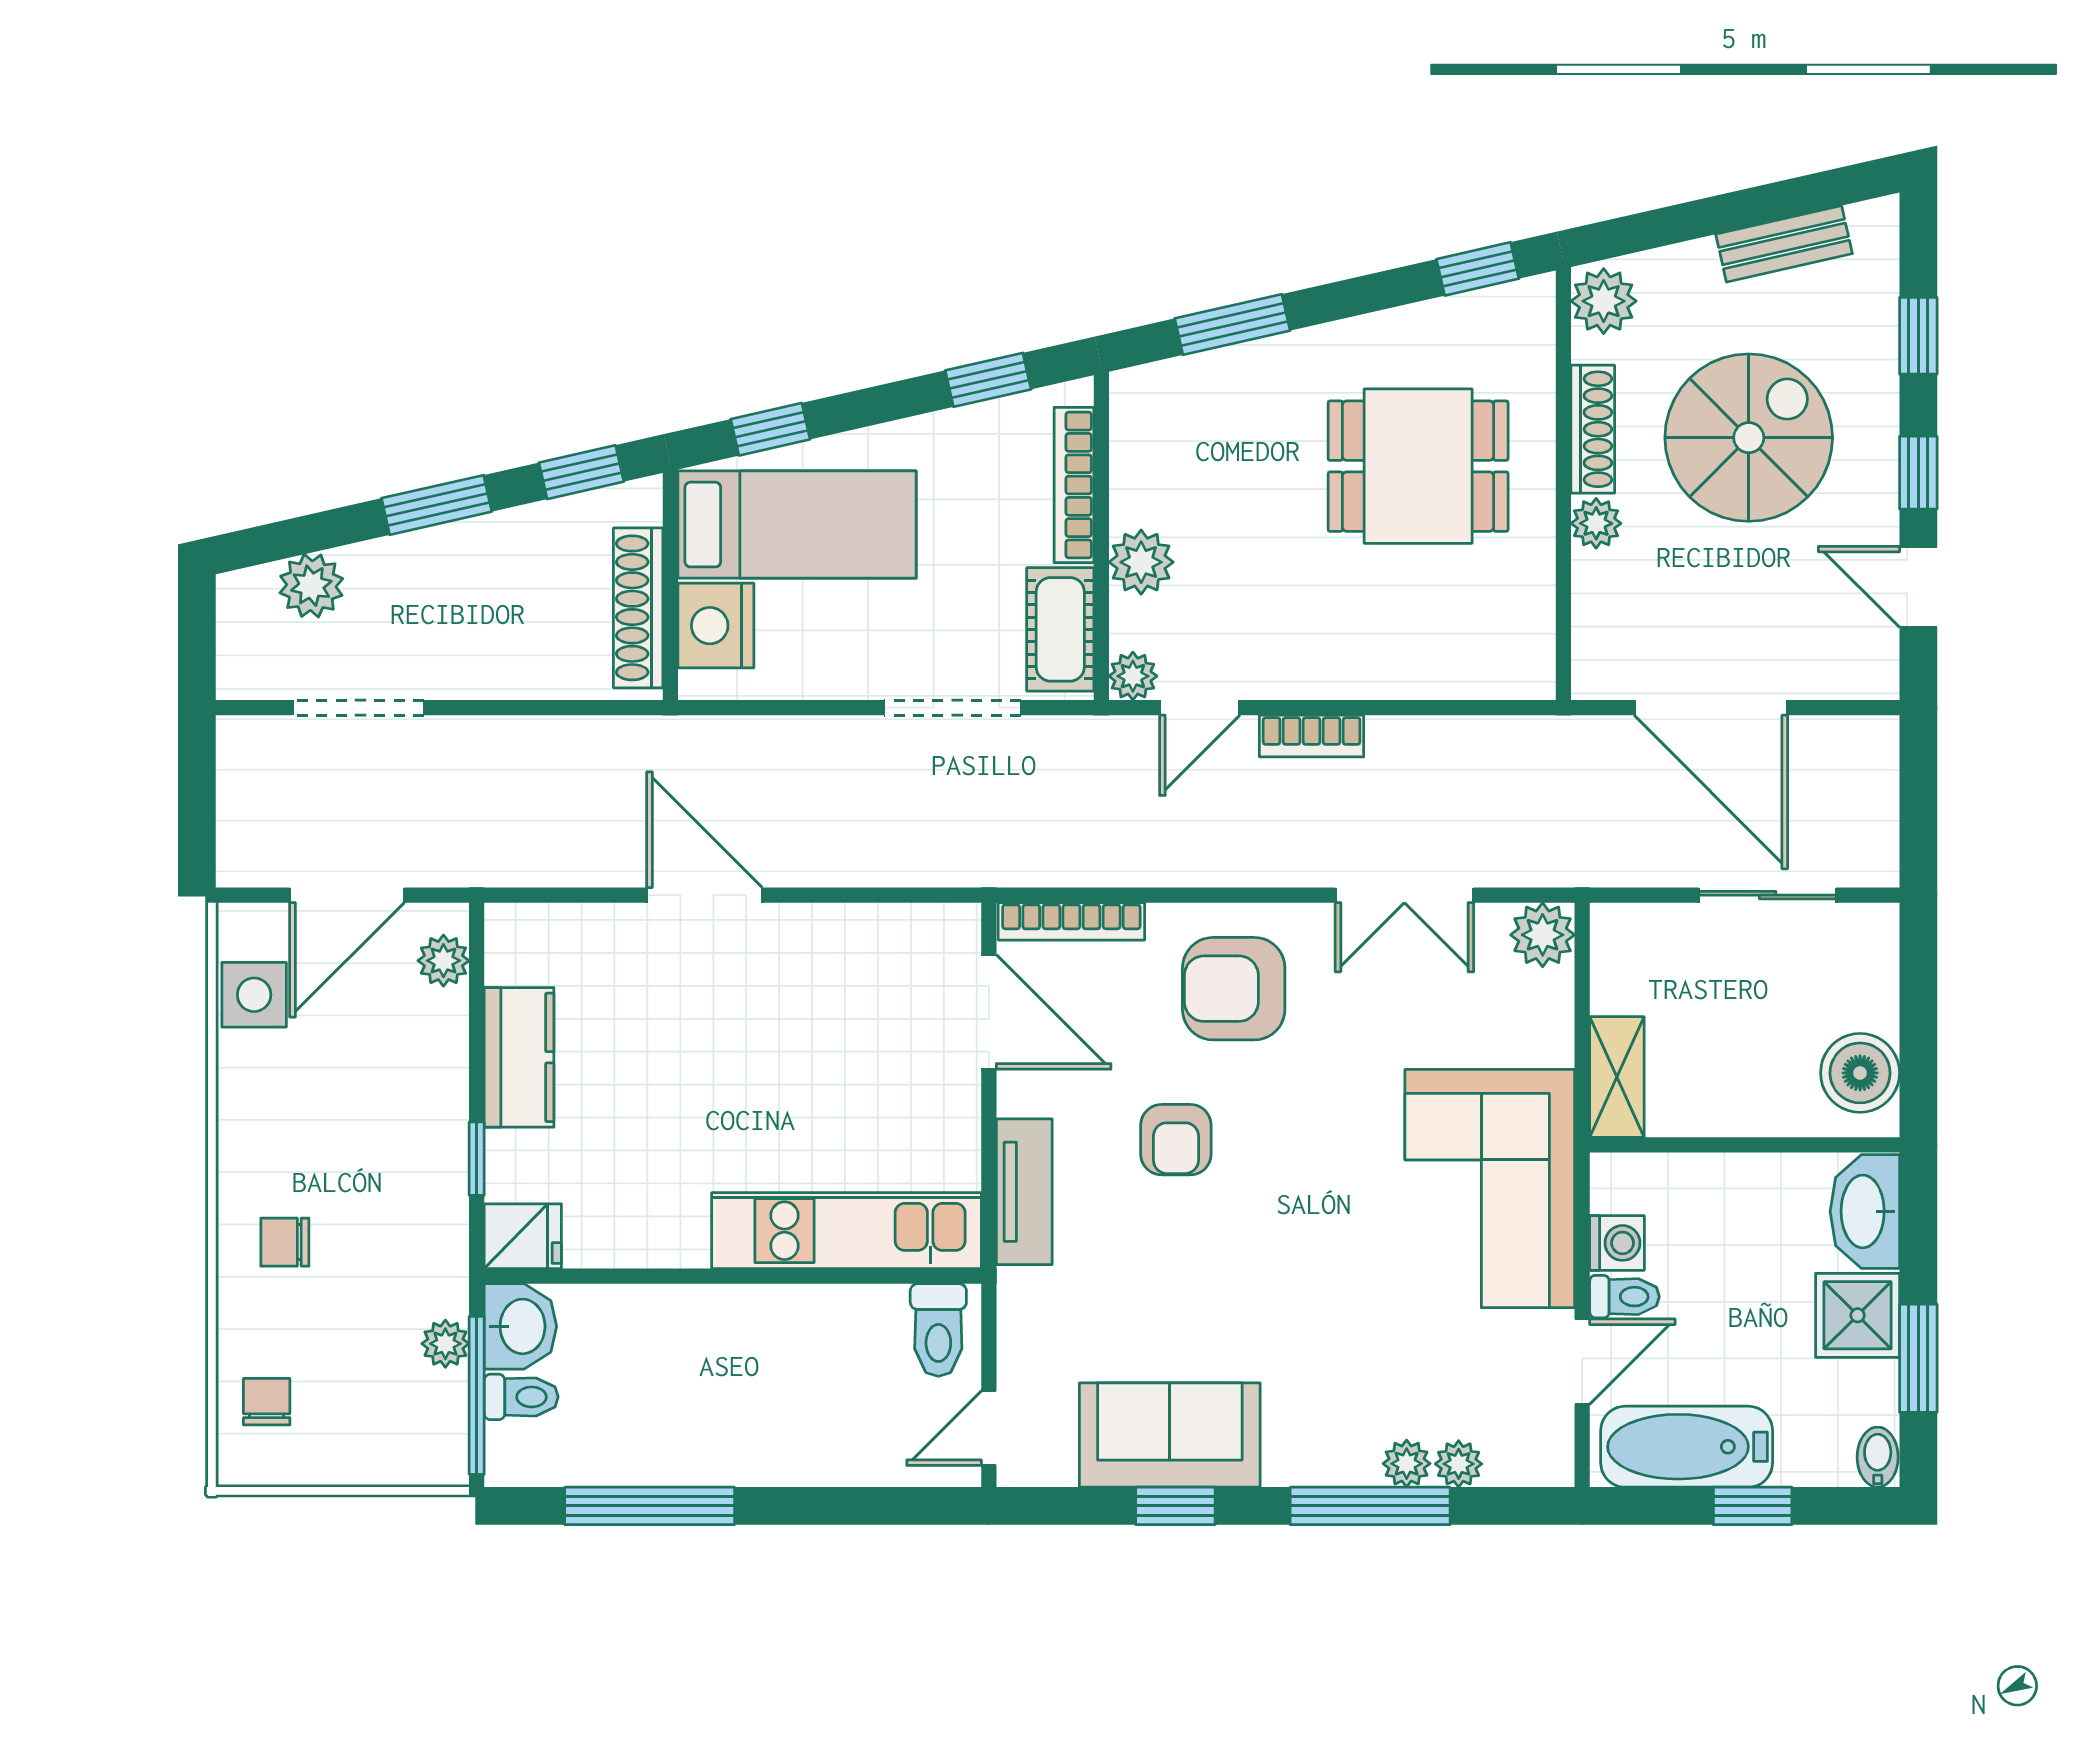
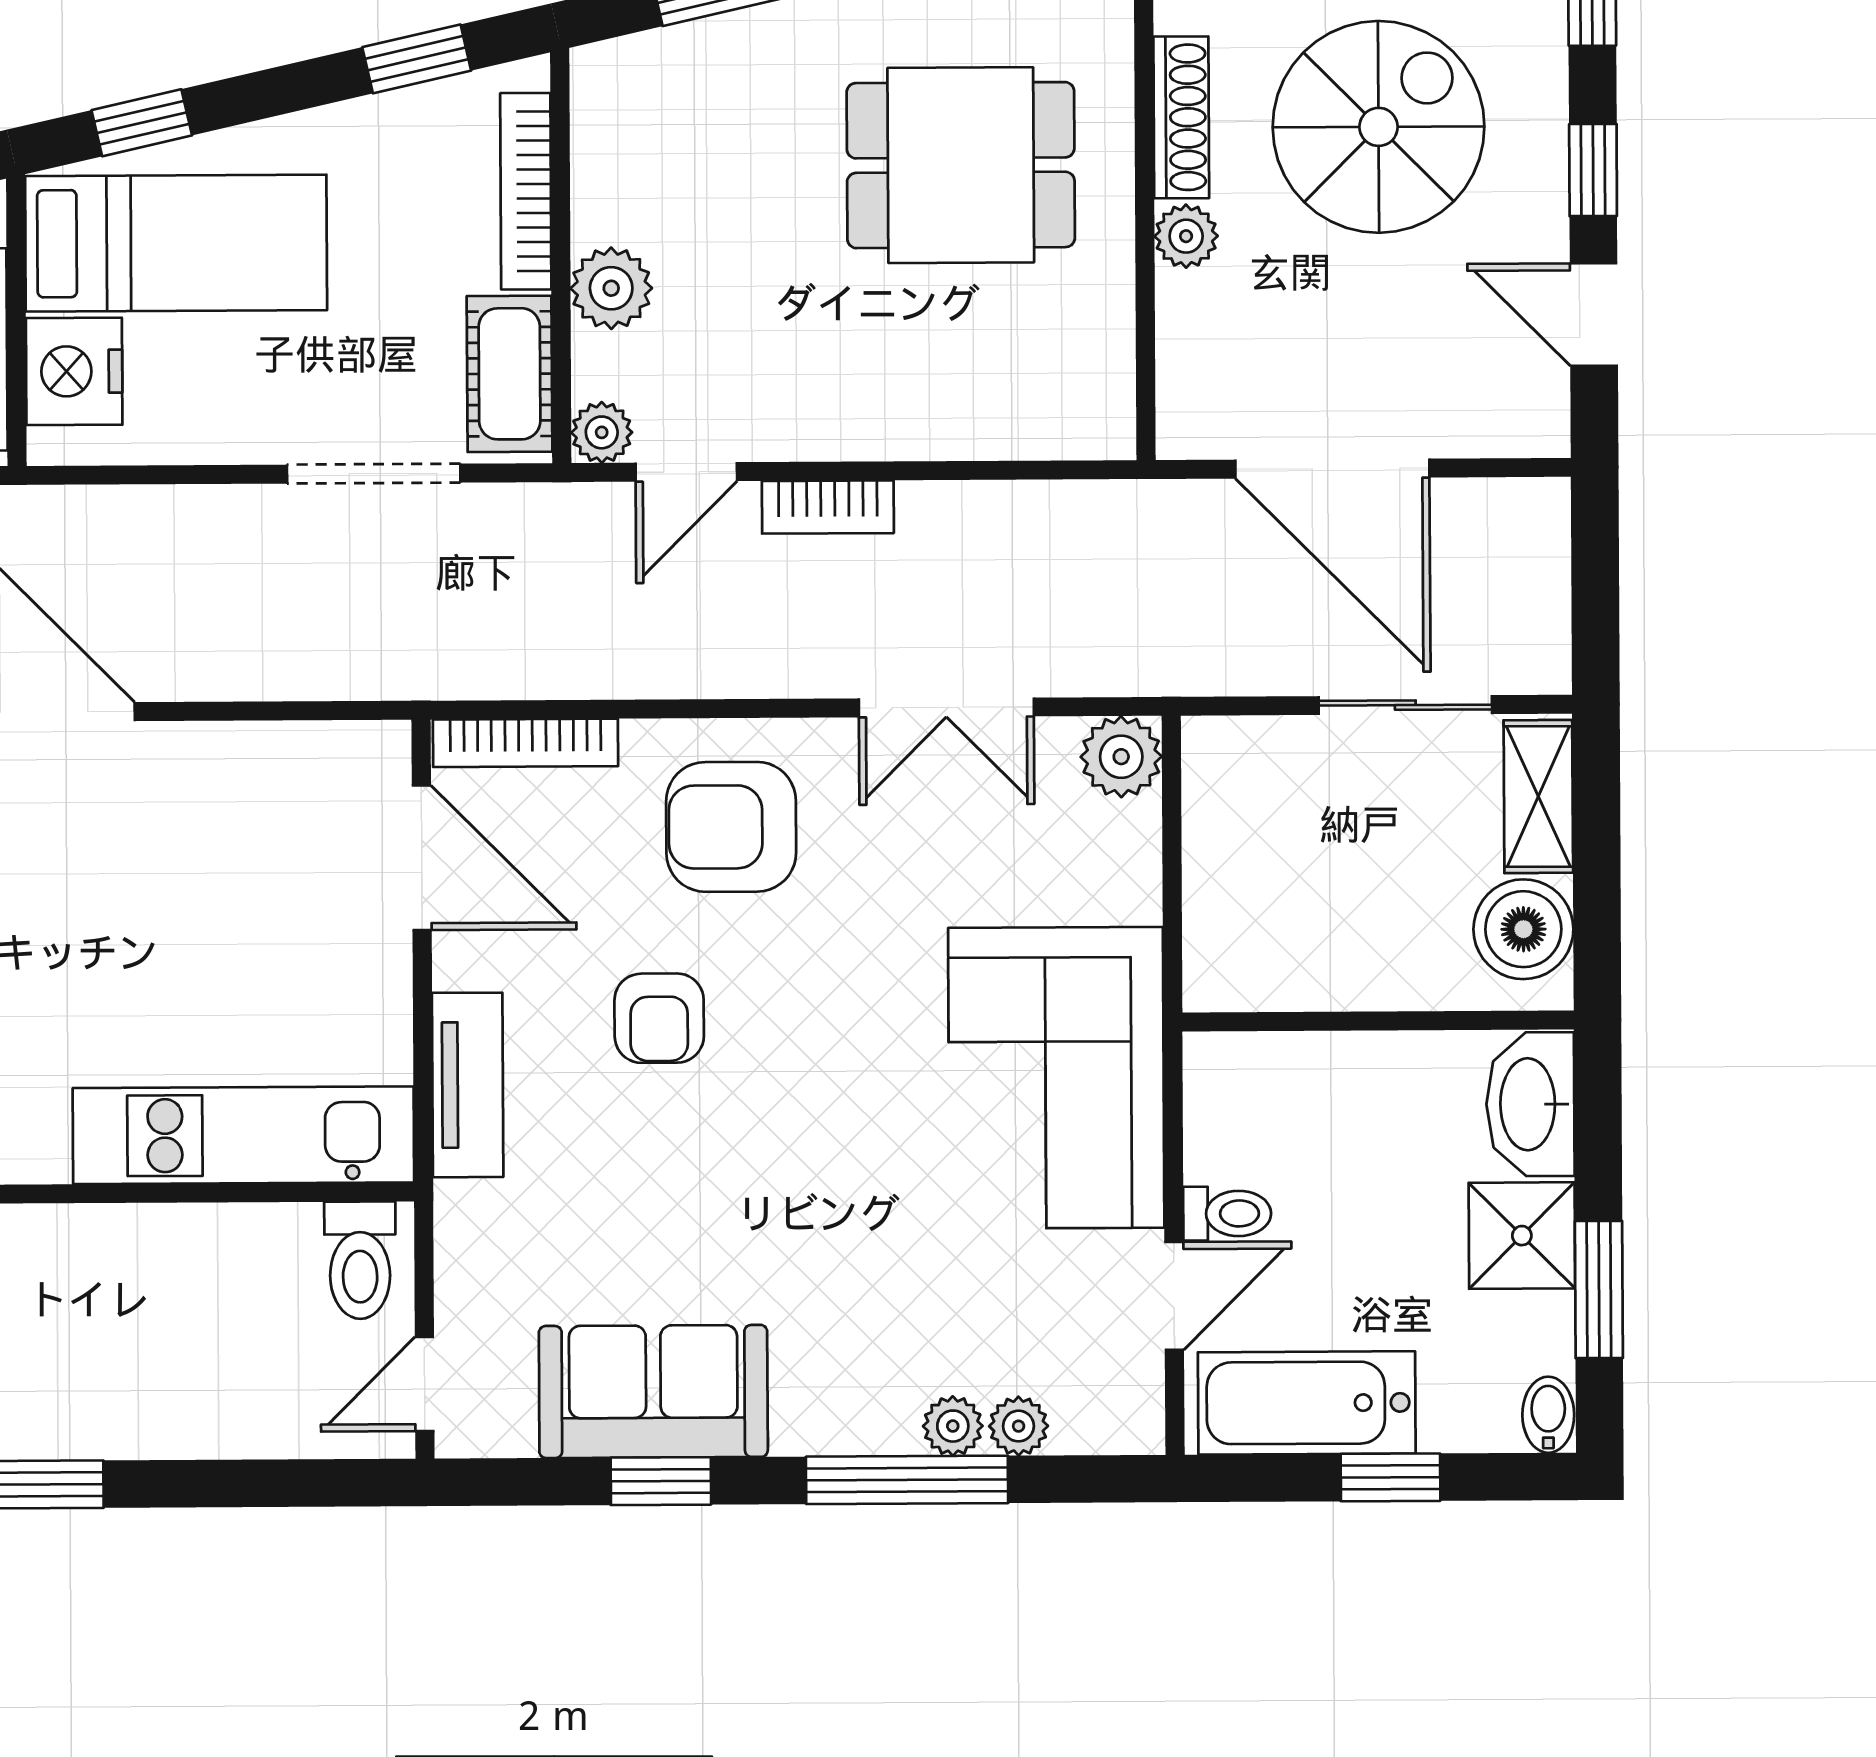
shelving: (1617, 1077) -> (1538, 796), moved
washing machine: (1617, 1243) -> (1217, 1146), removed

